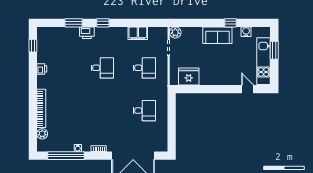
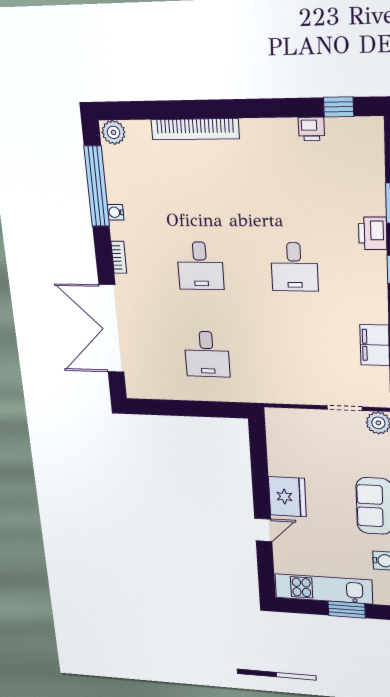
desk: (144, 68) -> (200, 266), moved
printer: (42, 69) -> (311, 129), moved
fridge: (189, 77) -> (287, 497), moved
door: (248, 89) -> (263, 530), moved
plant: (42, 134) -> (113, 132), moved

